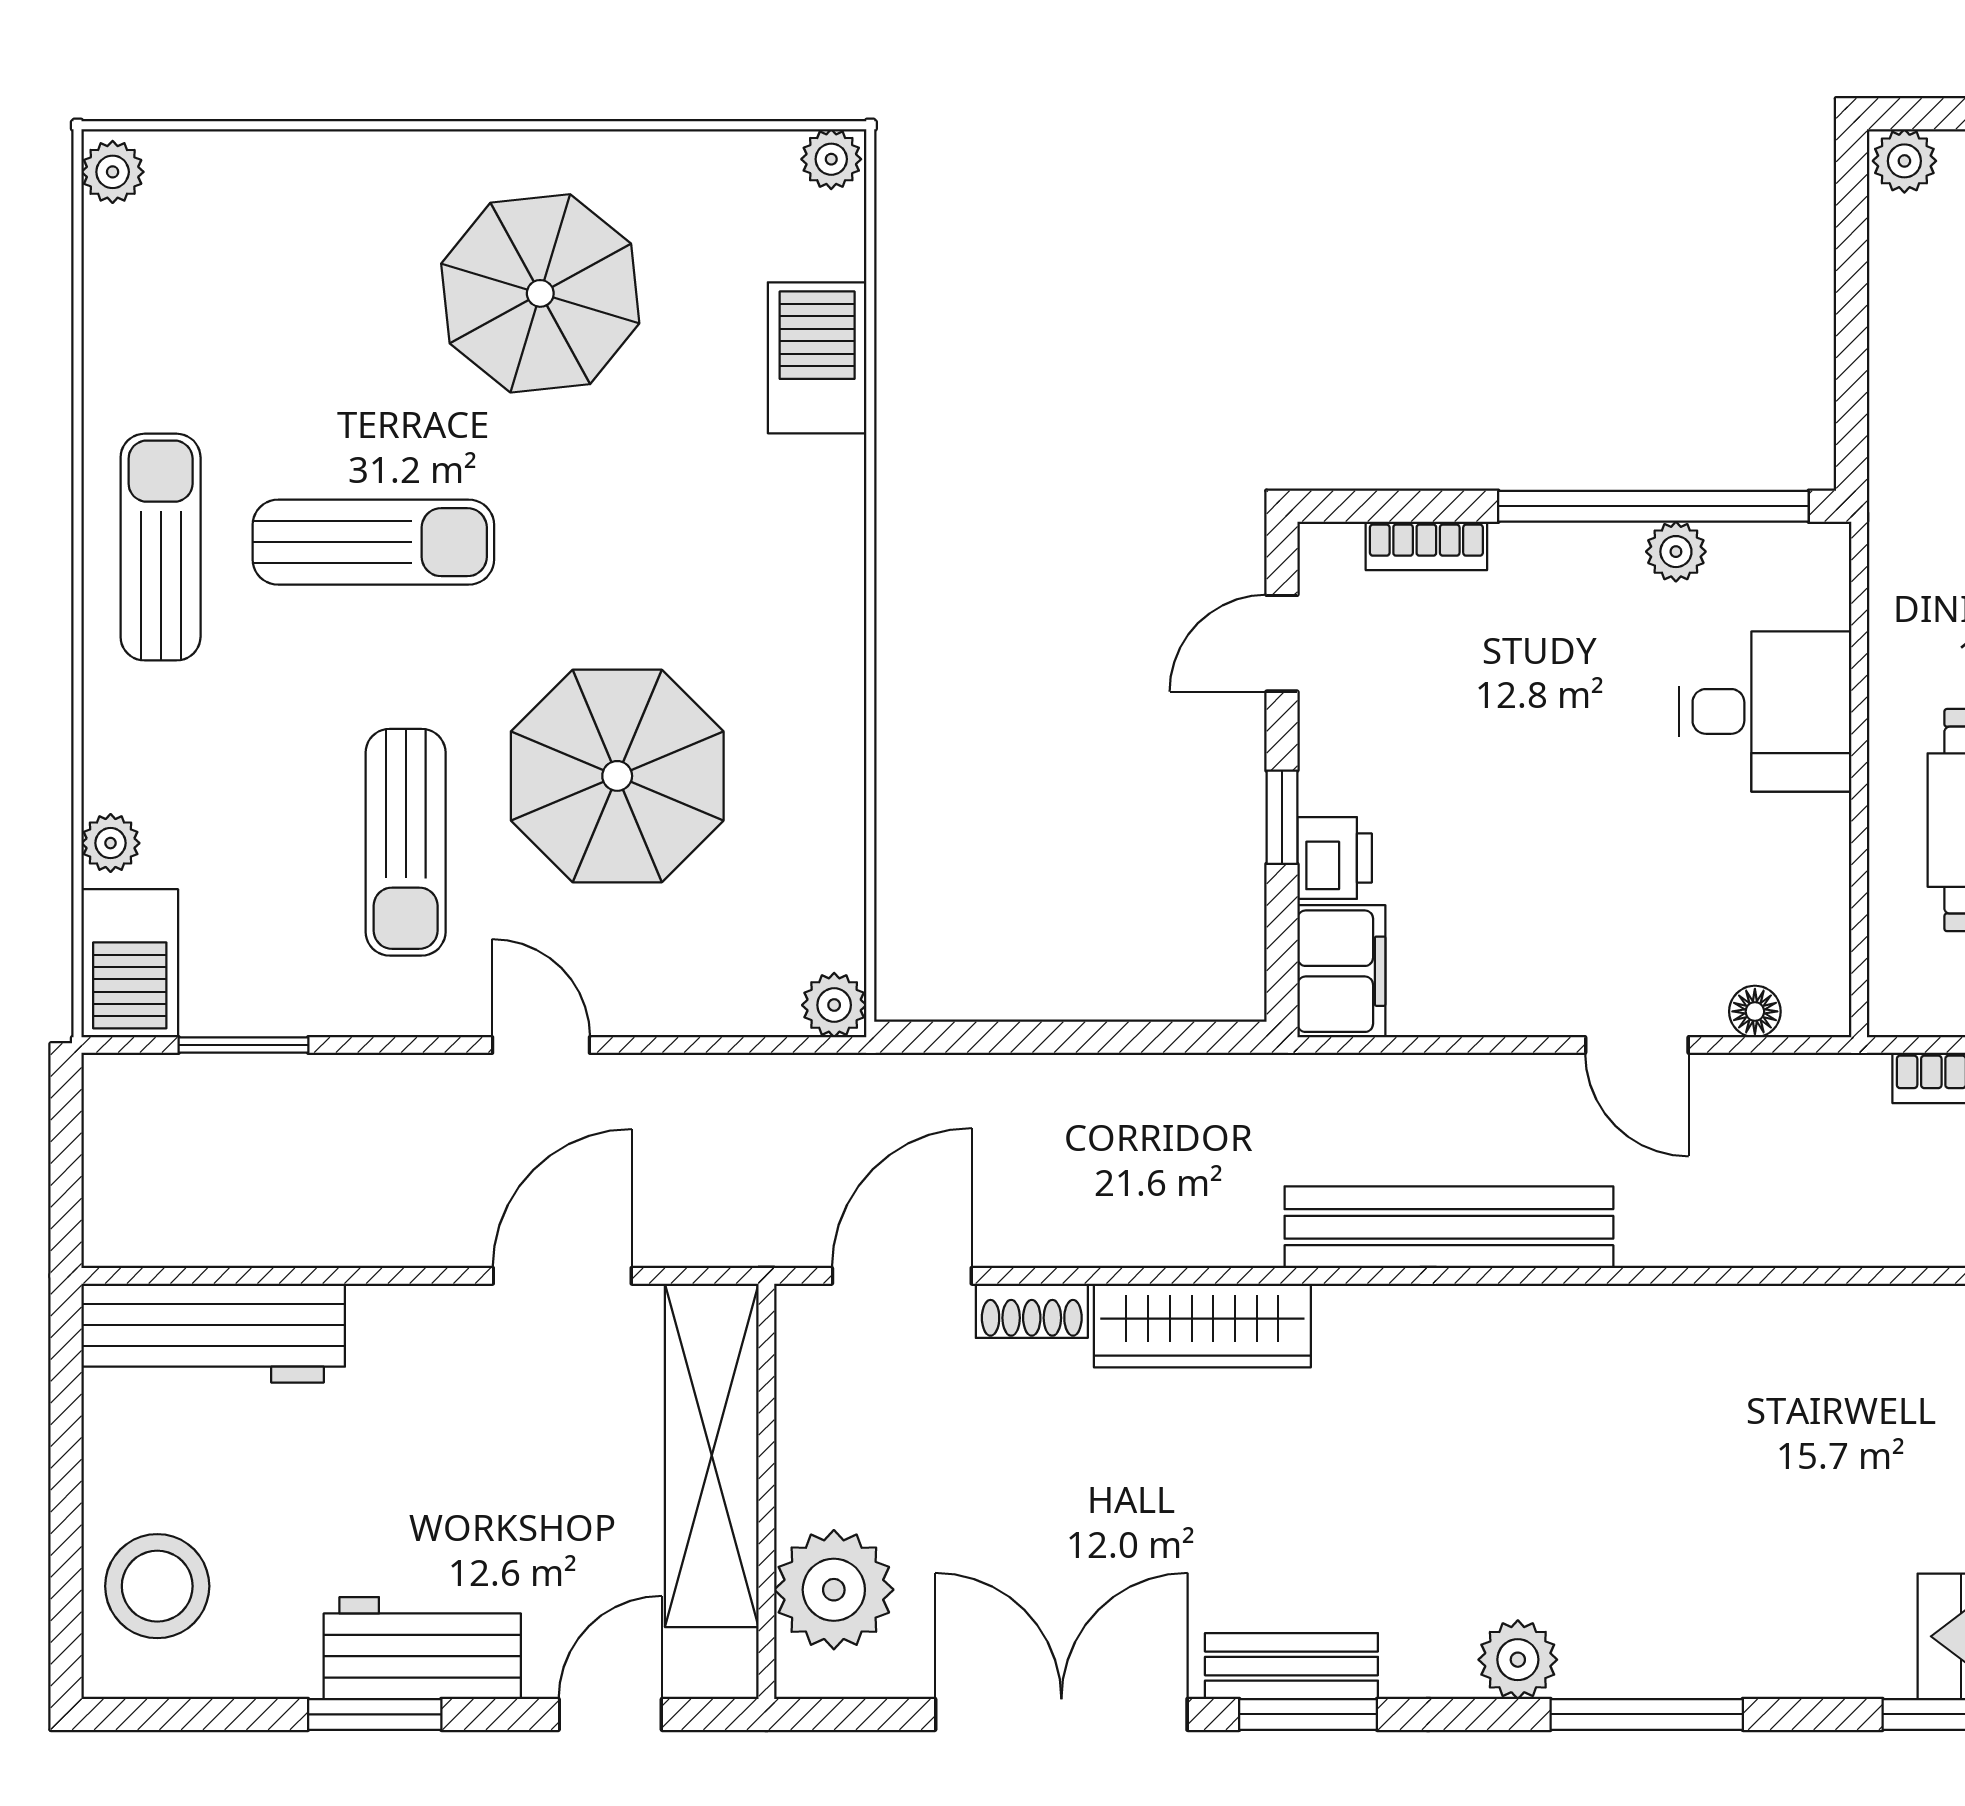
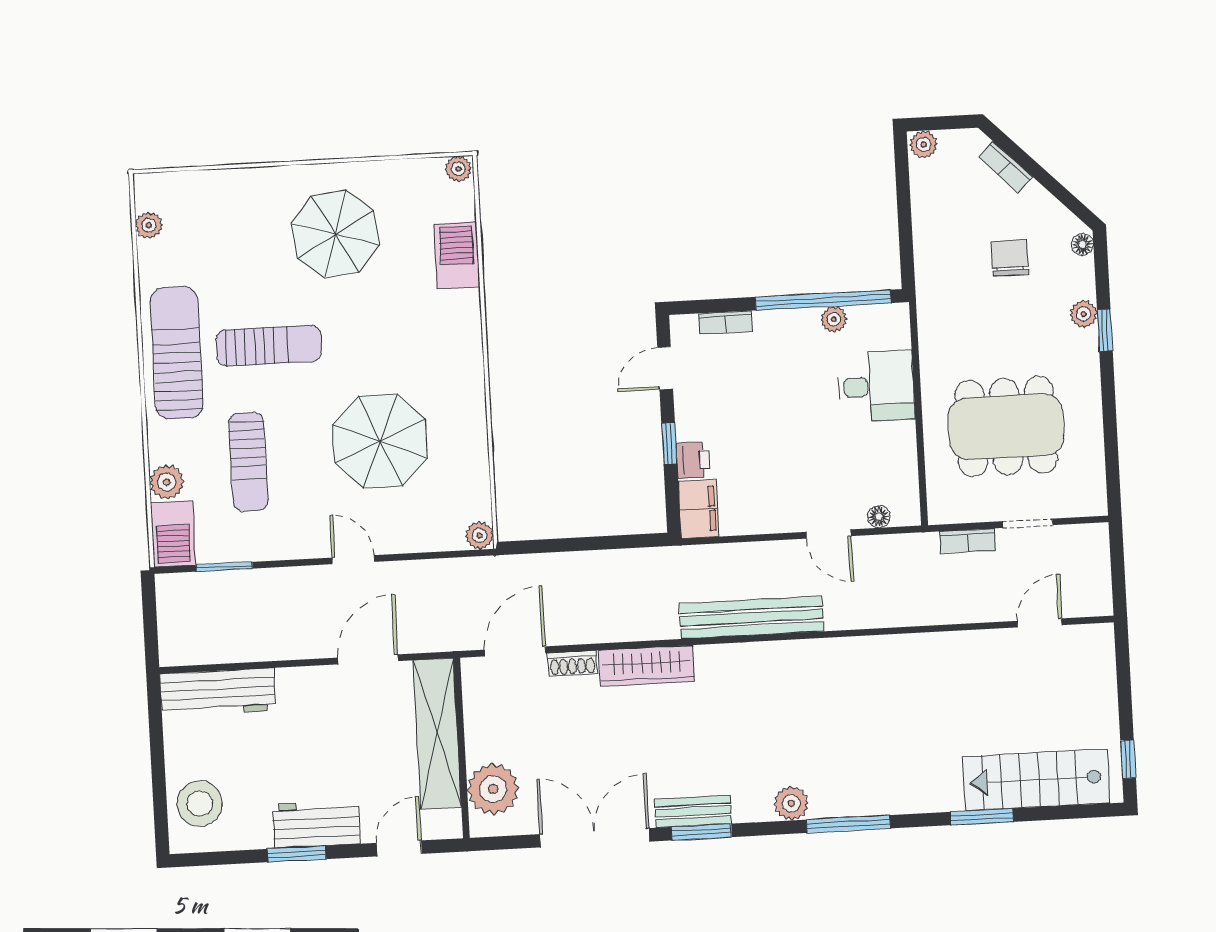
plant: (113, 172) -> (149, 225), moved
sun lounger: (161, 547) -> (177, 353), width x1.36, depth x1.34
sun lounger: (406, 842) -> (248, 462), moved
plant: (111, 843) -> (167, 482), width x1.38, depth x1.38

